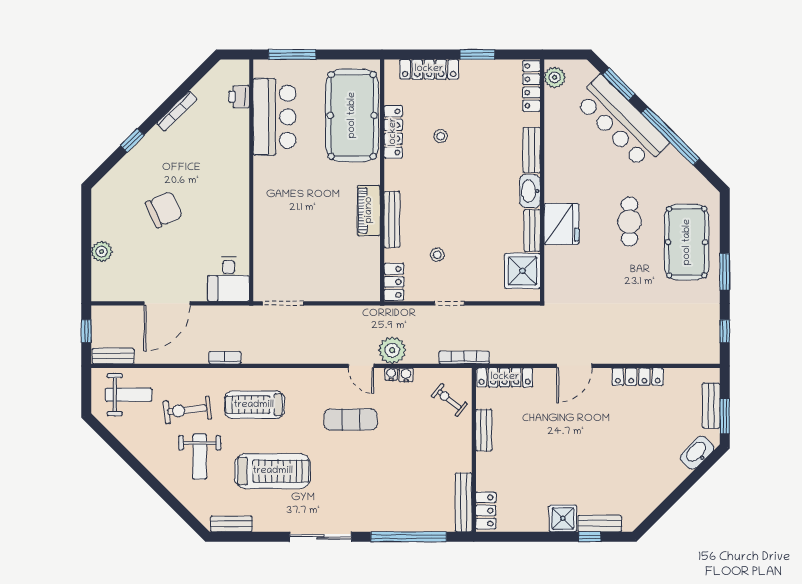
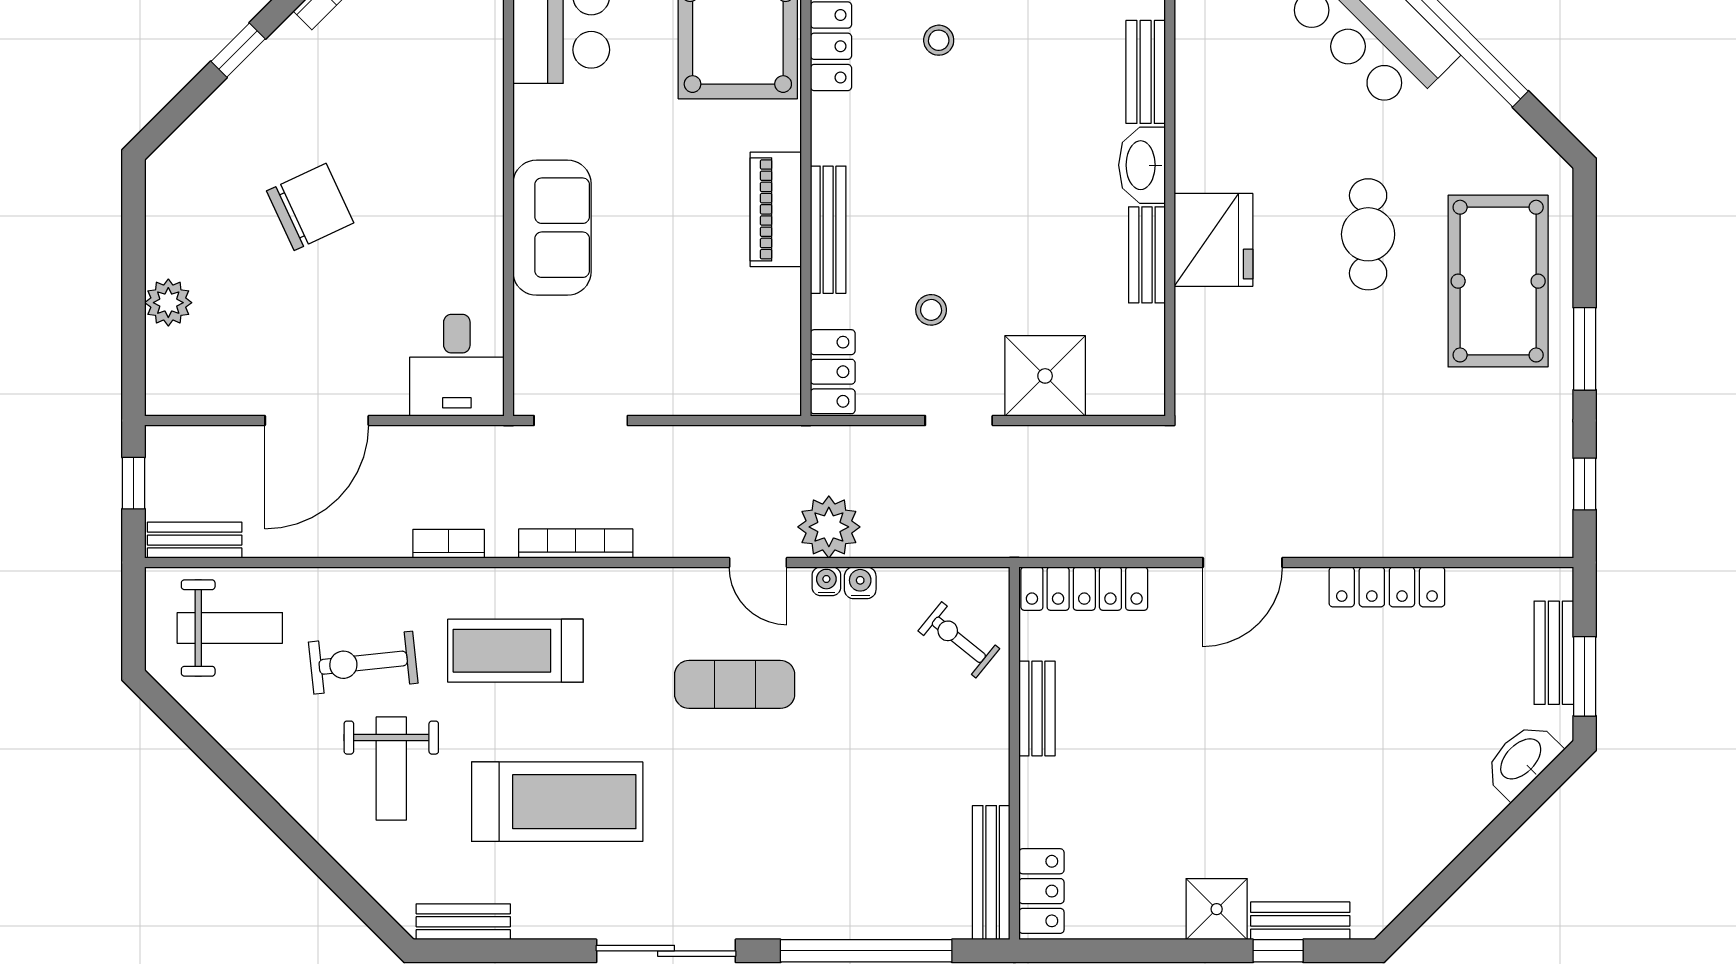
sofa: (270, 219) -> (552, 228), added
shower: (523, 271) -> (1045, 376), moved
bookcase: (464, 358) -> (576, 543), moved

